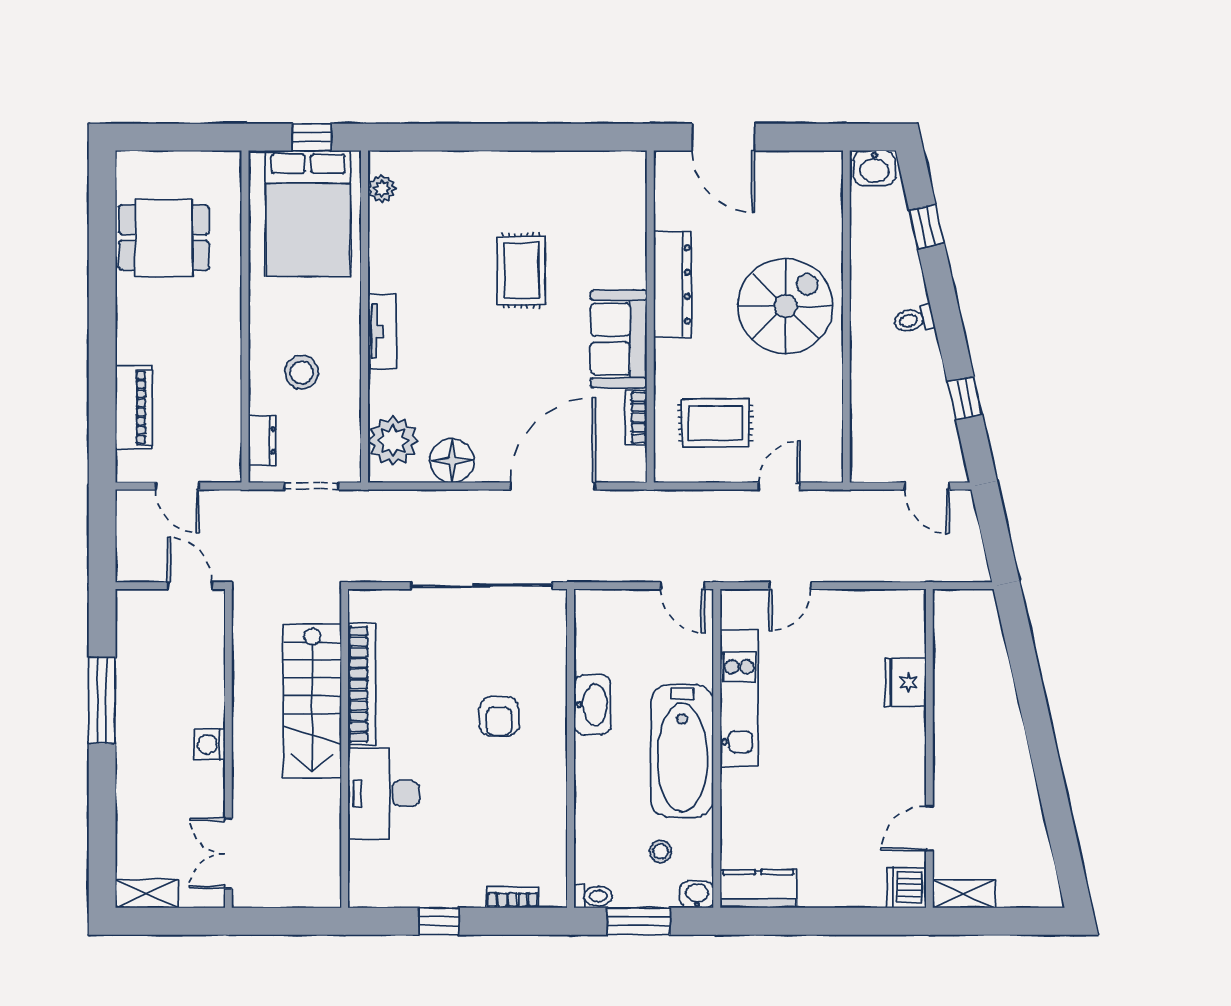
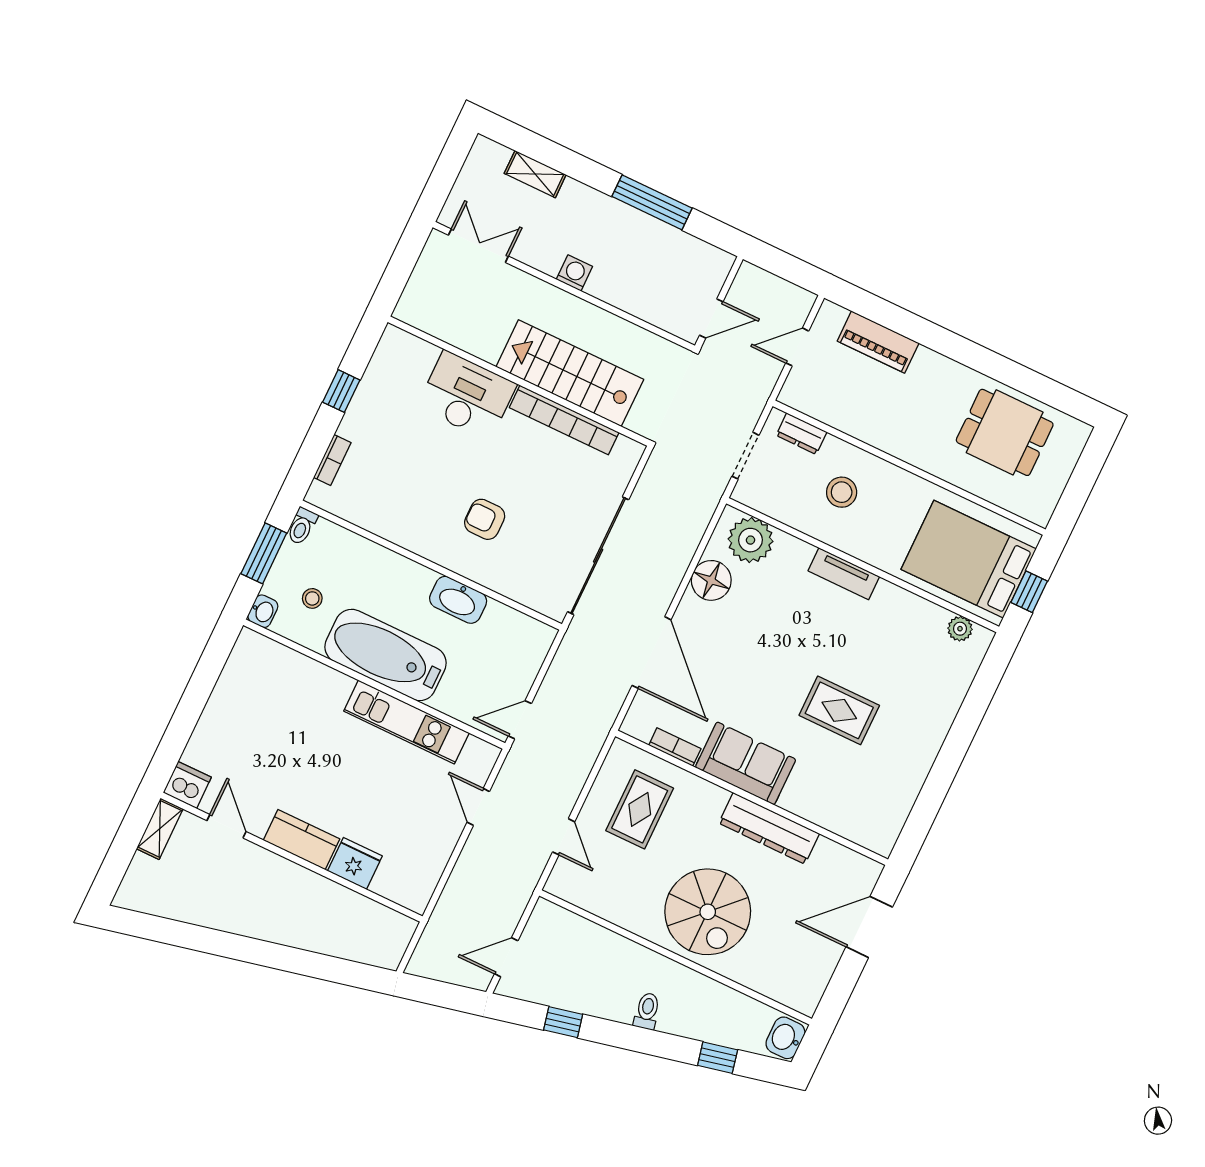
dining table: (164, 238) -> (1005, 432), turned 90
kitchen counter: (758, 889) -> (301, 840), moved, turned -90
shelving: (147, 894) -> (535, 174), moved, turned 90

